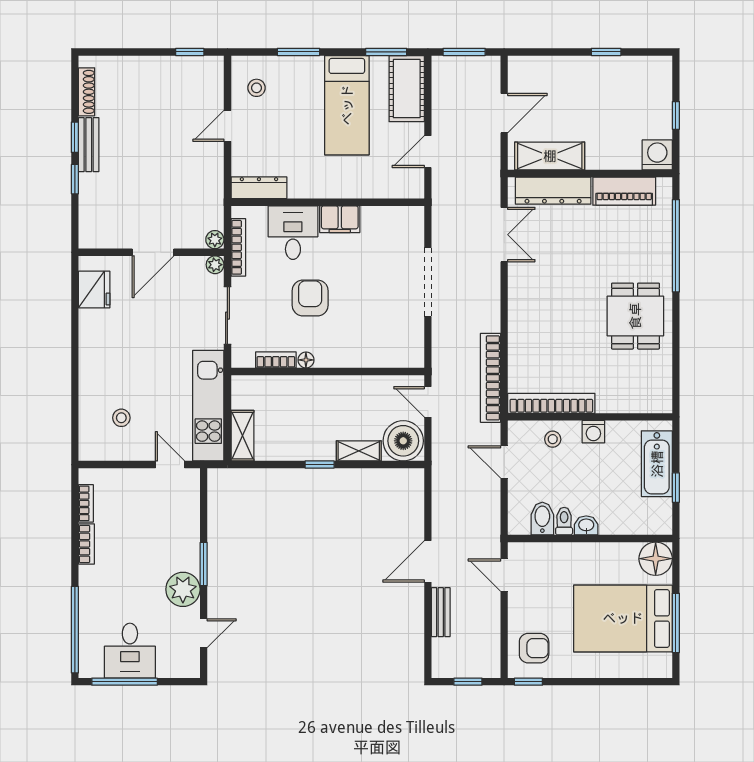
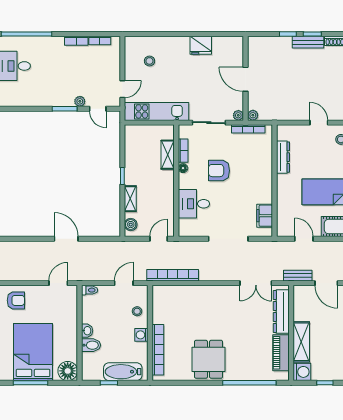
shelving: (550, 156) -> (301, 342), moved
dresser: (259, 188) -> (283, 157), moved
filing cabinet: (340, 219) -> (265, 216), moved
desk: (293, 233) -> (194, 204), moved, turned 180
fridge: (94, 289) -> (201, 45), moved
armchair: (310, 298) -> (219, 171), turned 180
dining table: (635, 316) -> (209, 359), turned 90
bookcase: (551, 403) -> (158, 350), moved
shelving: (242, 436) -> (168, 155), moved, turned 90
boiler: (403, 441) -> (131, 225), width x0.54, depth x0.54
bidet: (542, 519) -> (91, 345), moved
toilet: (564, 521) -> (90, 290), moved
plant: (183, 589) -> (80, 101), moved, width x0.53, depth x0.53
bench: (441, 612) -> (298, 276), moved
door: (204, 633) -> (98, 109), moved
armchair: (534, 648) -> (16, 300), turned -90

